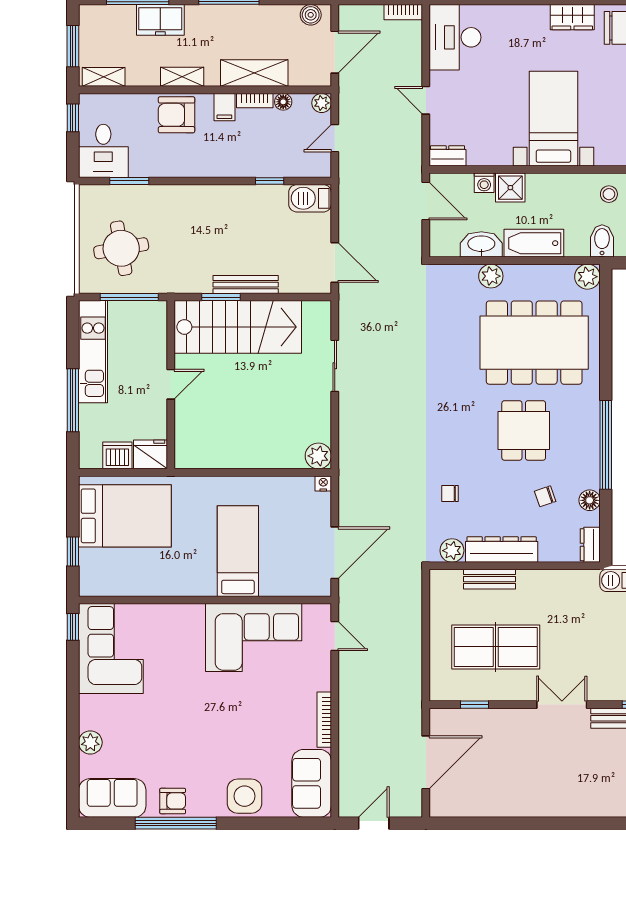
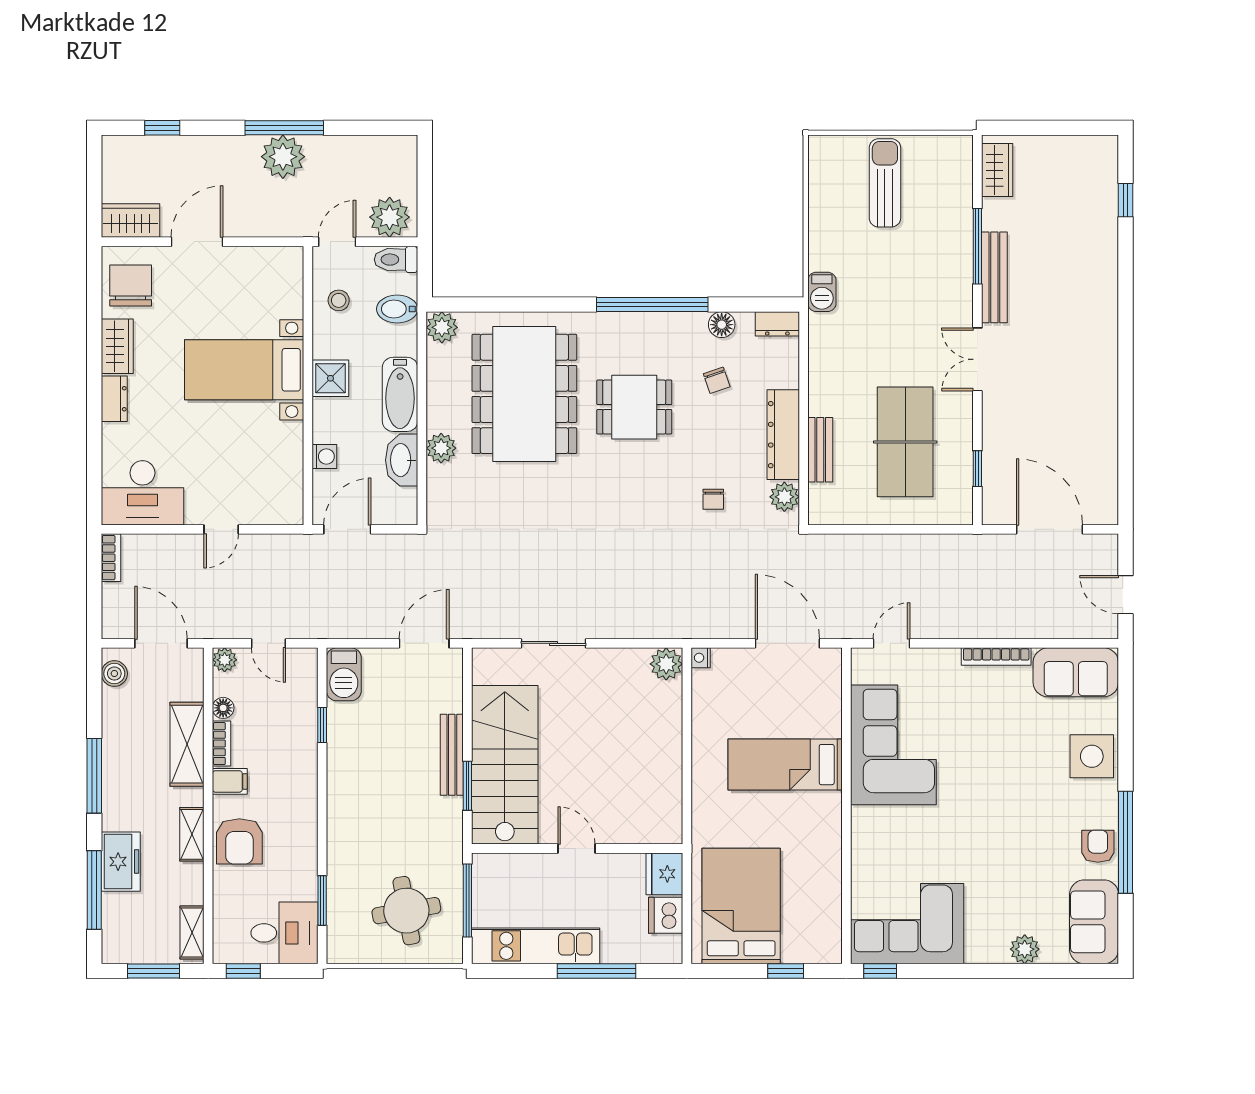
dresser: (448, 156) -> (114, 399), moved, turned 180
shower: (510, 188) -> (330, 378), moved

